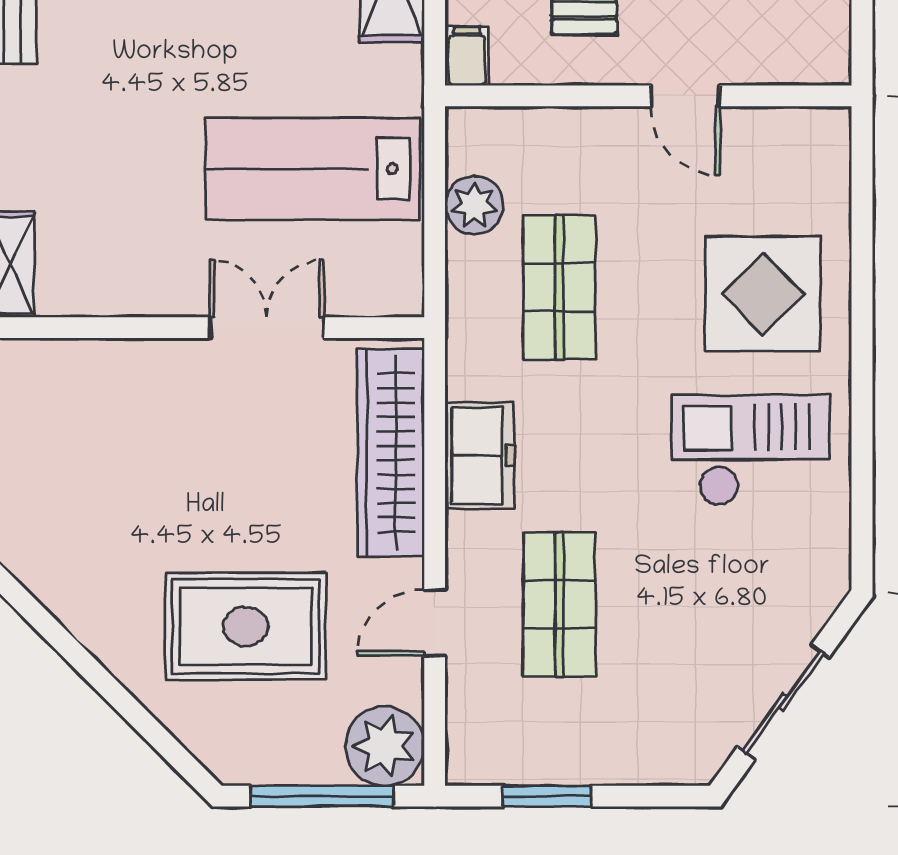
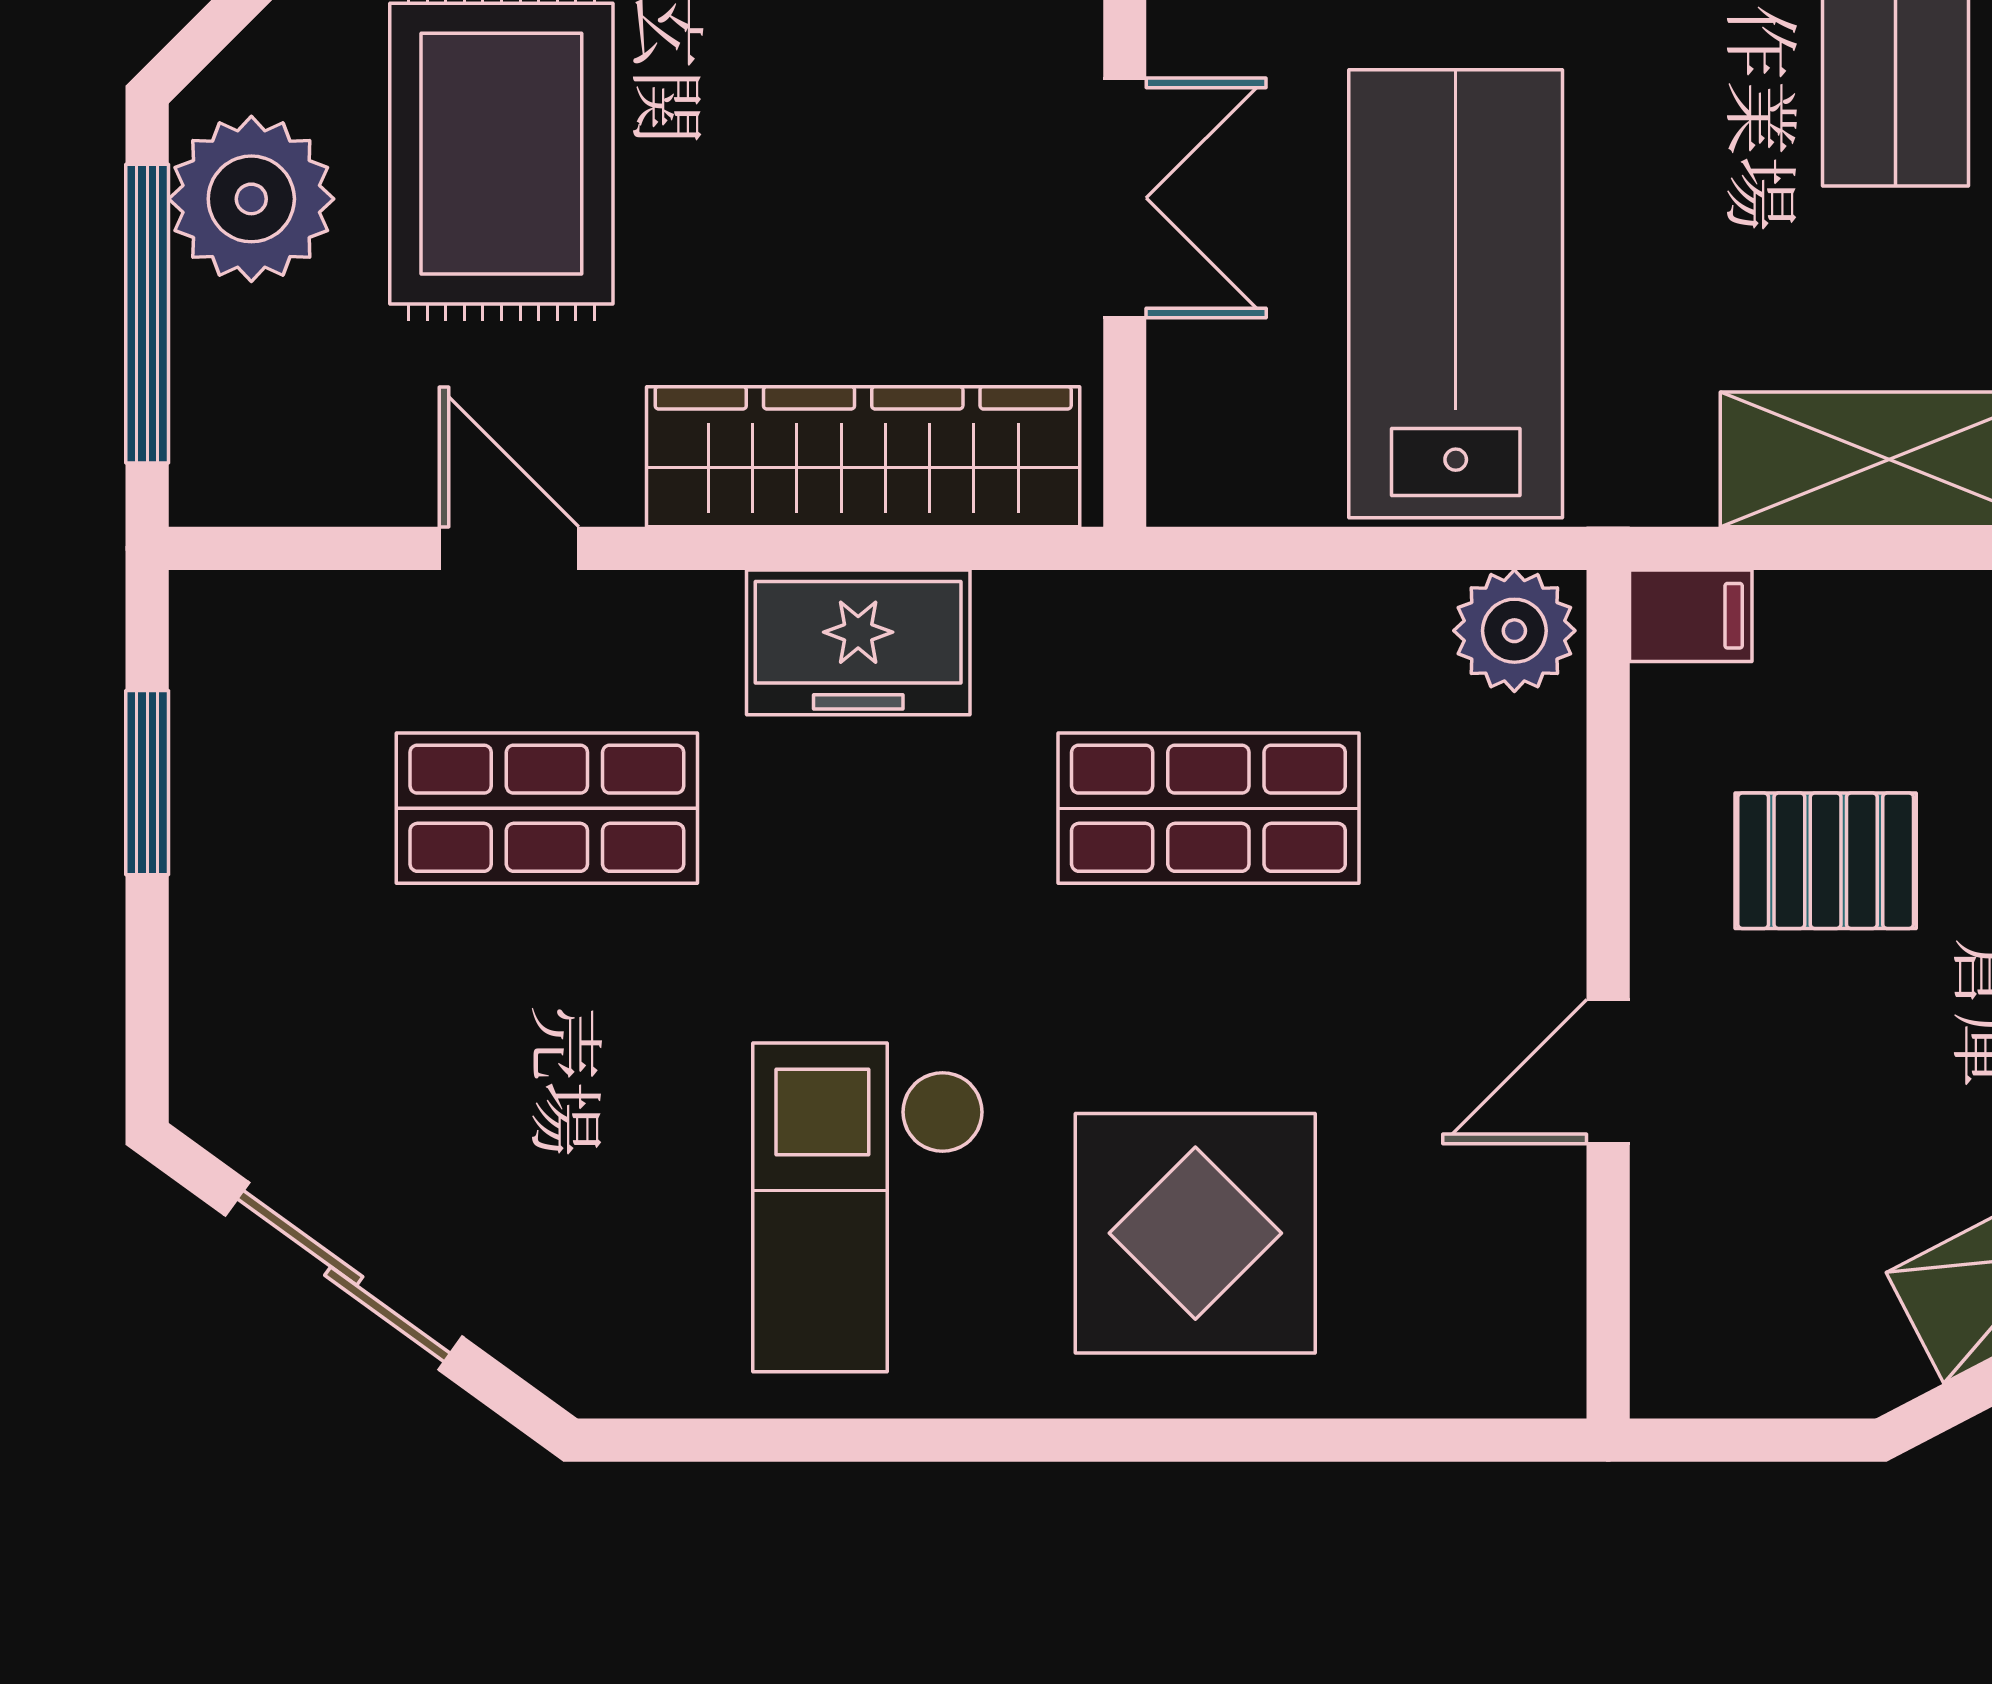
plant: (474, 205) -> (1514, 631), moved
checkout: (750, 450) -> (869, 1207), turned 180
plant: (385, 746) -> (251, 199), moved

